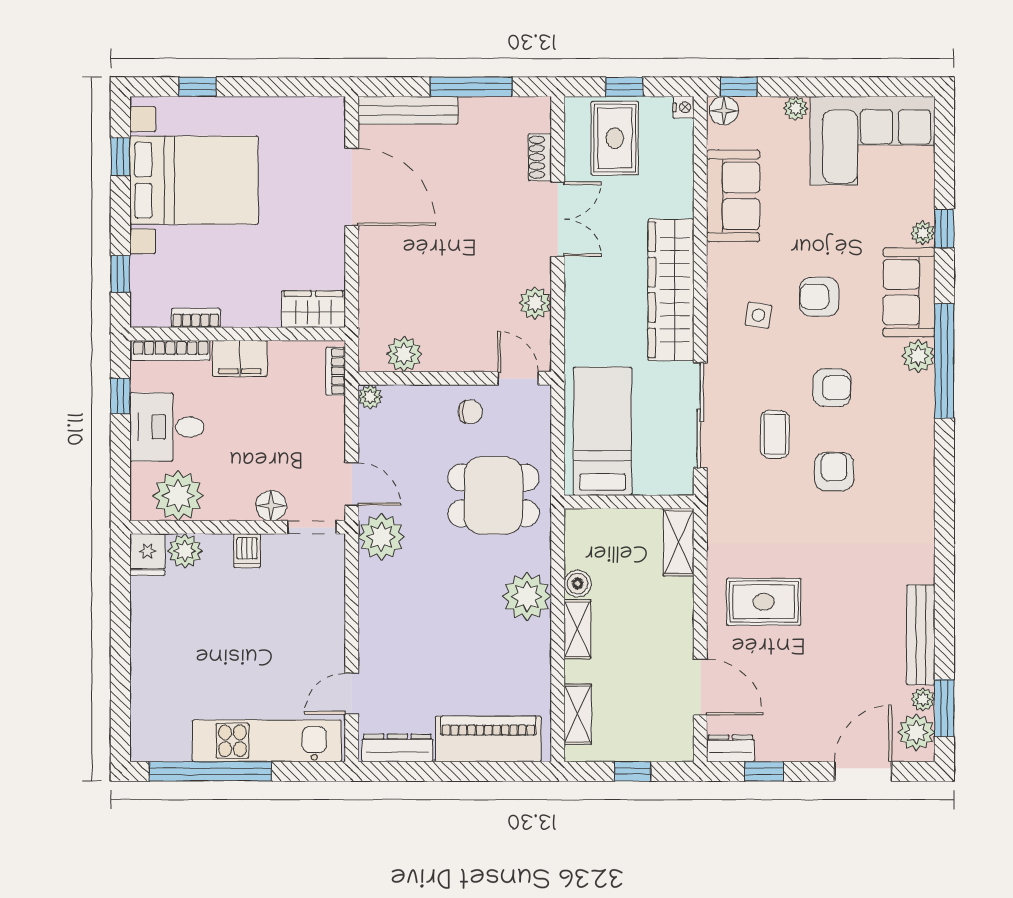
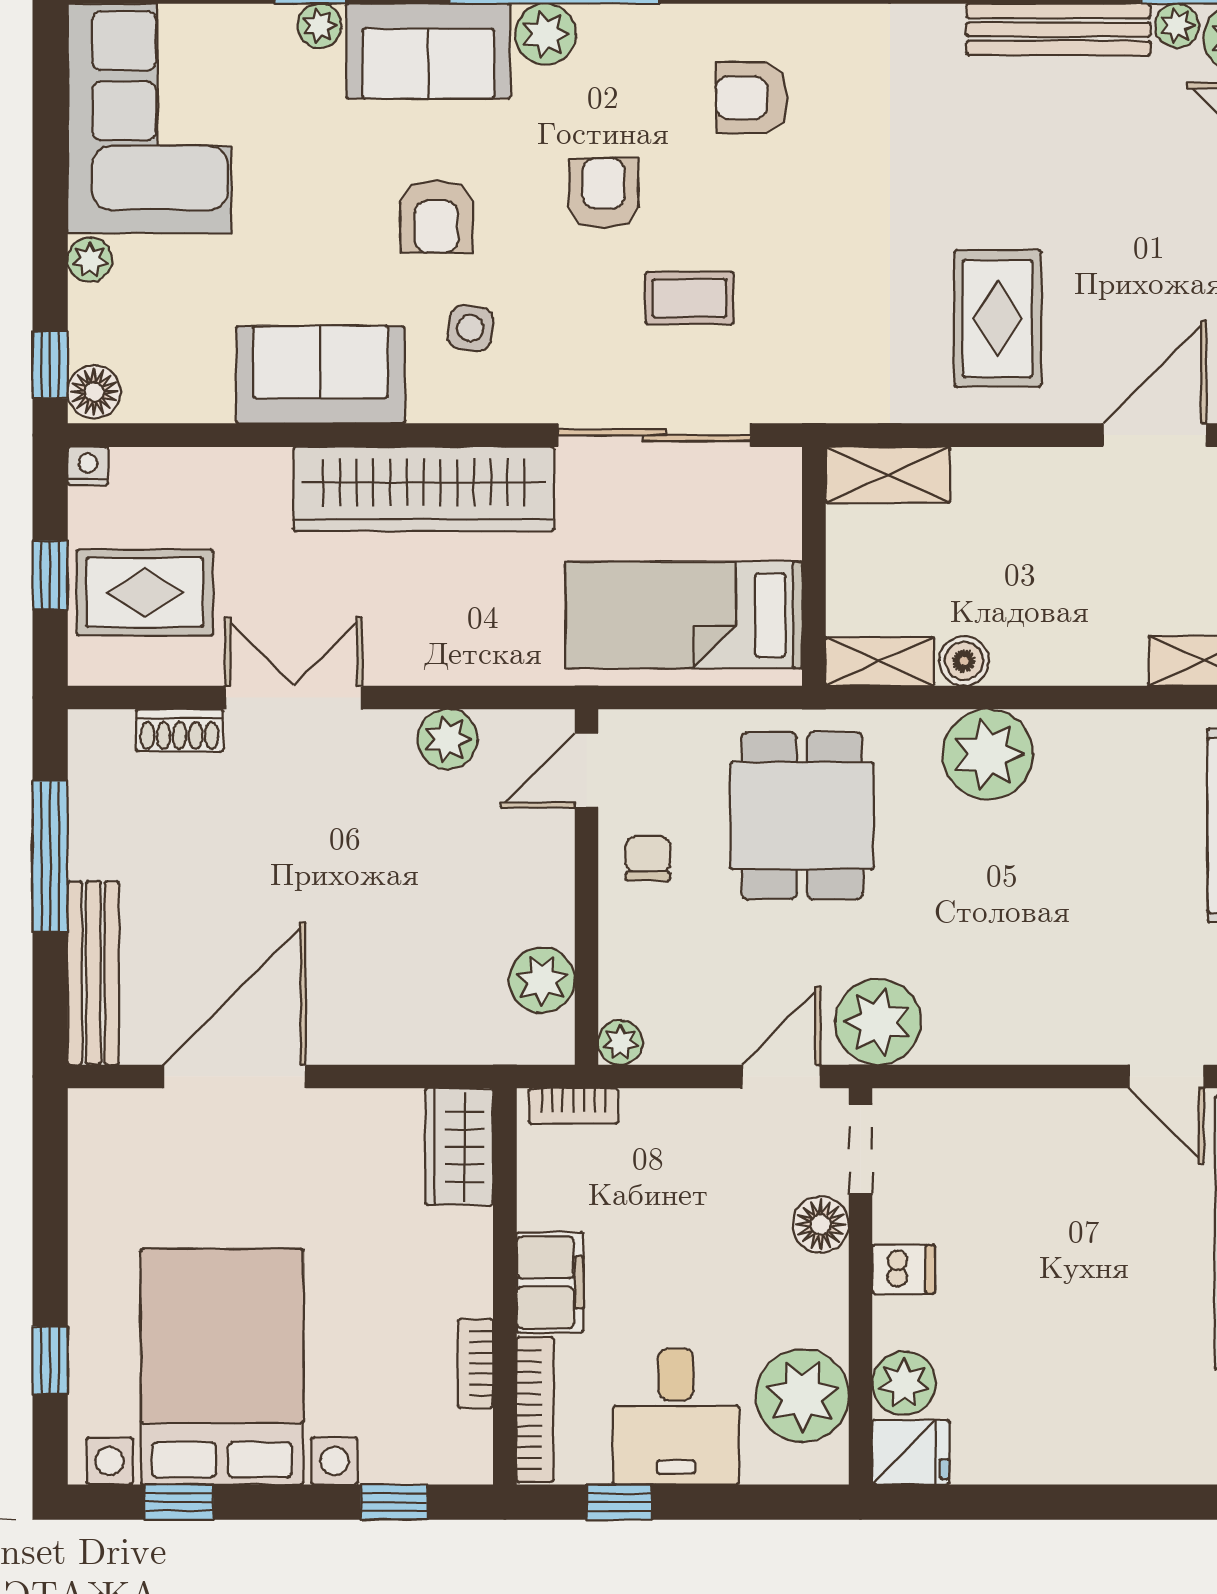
sofa: (733, 196) -> (320, 375), moved
armchair: (834, 472) -> (752, 98), moved
shelving: (577, 629) -> (880, 661), moved

